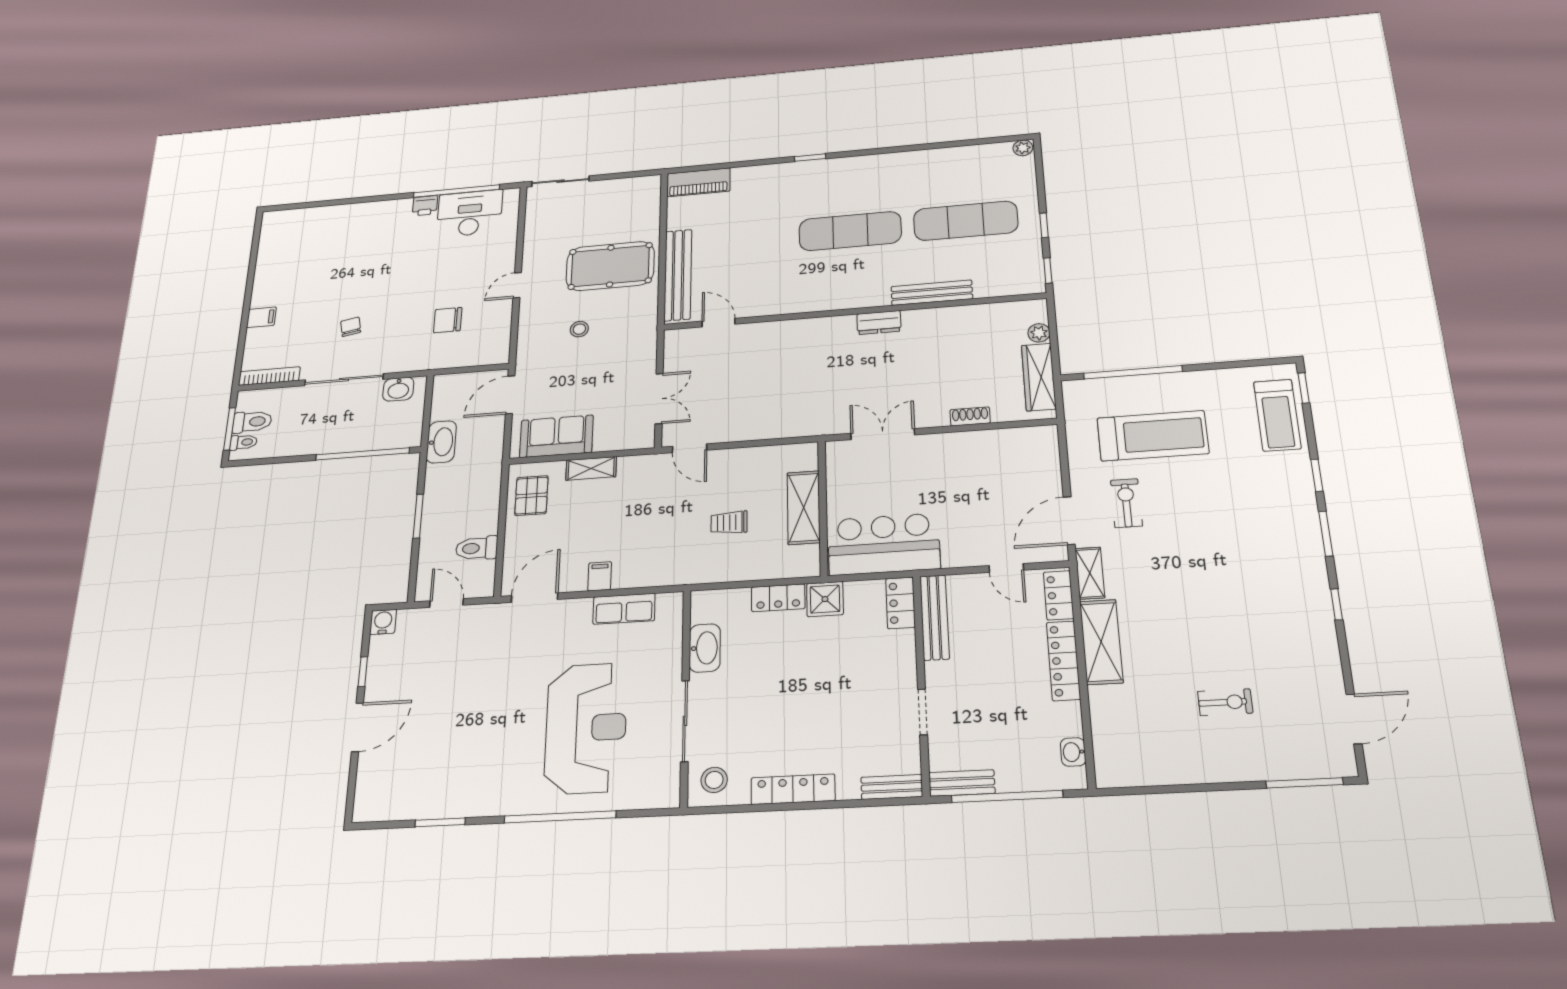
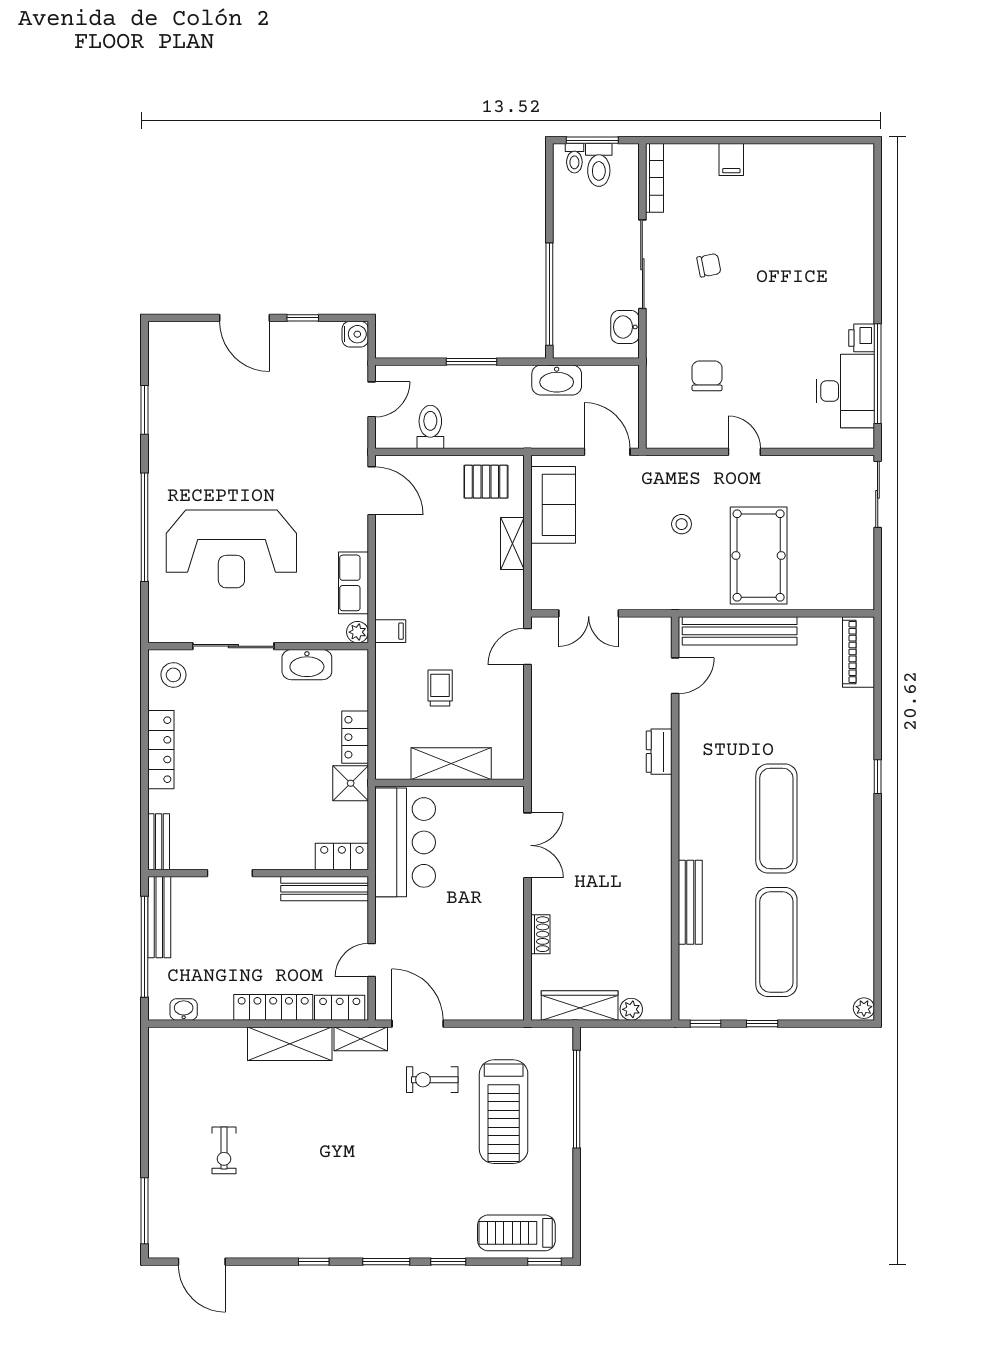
dresser: (879, 323) -> (659, 752), moved
exercise bike: (1126, 503) -> (432, 1080), turned 180
filing cabinet: (600, 576) -> (390, 631), moved
plant: (673, 602) -> (357, 632), added
bench: (962, 783) -> (159, 917), width x1.36

